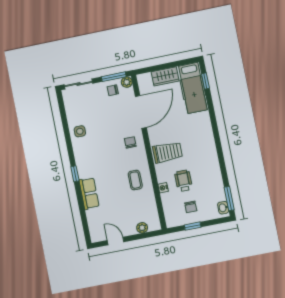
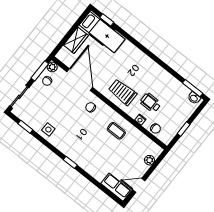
window: (63, 113) -> (25, 127), added
trolley: (168, 152) -> (123, 92), turned -90
row of seats: (89, 193) -> (116, 187), moved
chair: (191, 207) -> (156, 129), moved

